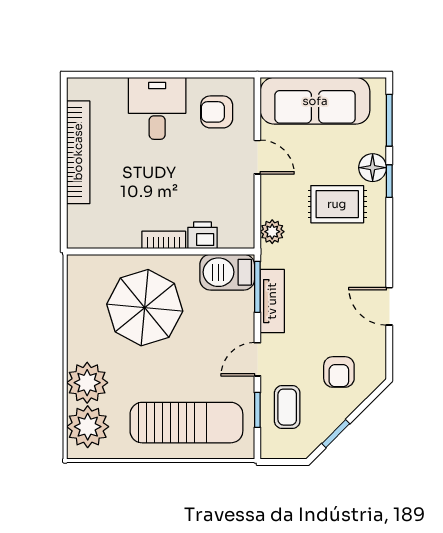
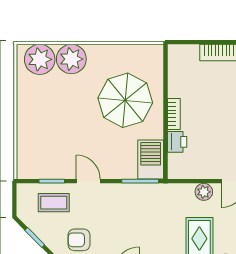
plant: (272, 232) -> (204, 192), moved
tv unit: (272, 301) -> (130, 192), removed
sun lounger: (186, 423) -> (43, 130), removed

